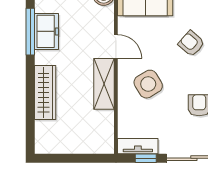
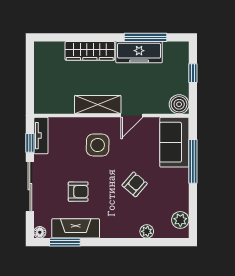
freezer: (47, 31) -> (139, 52), width x1.40
side table: (148, 84) -> (98, 145), turned 32

